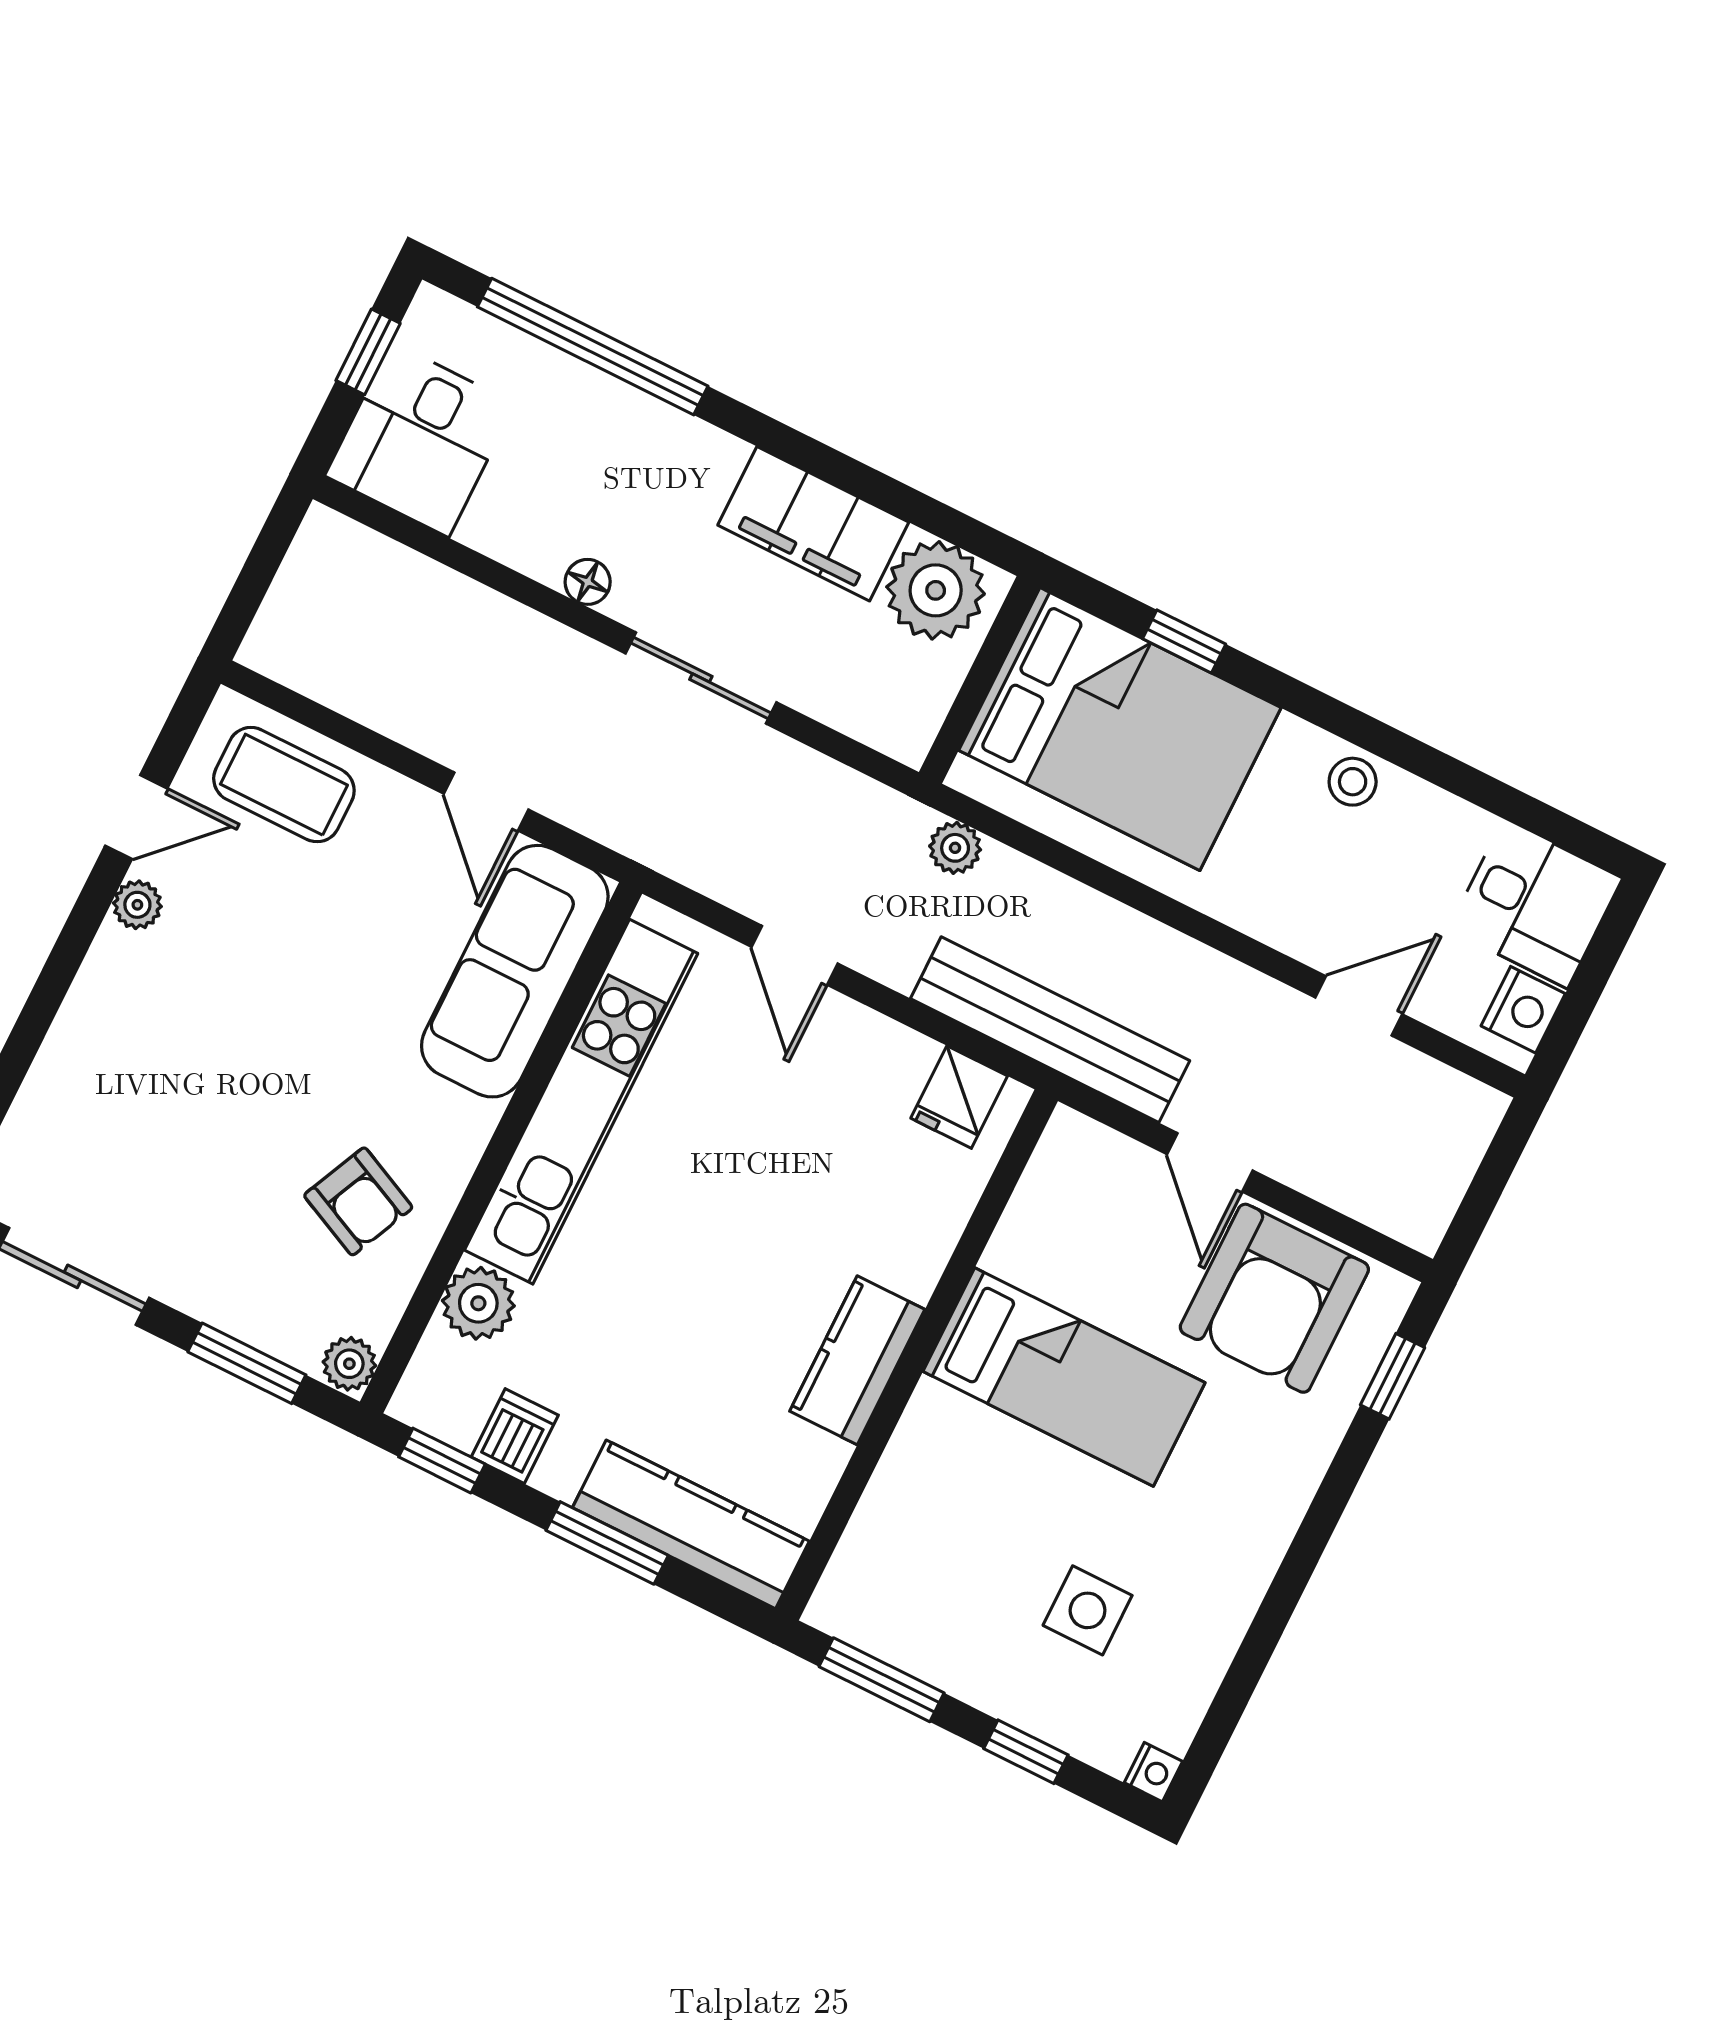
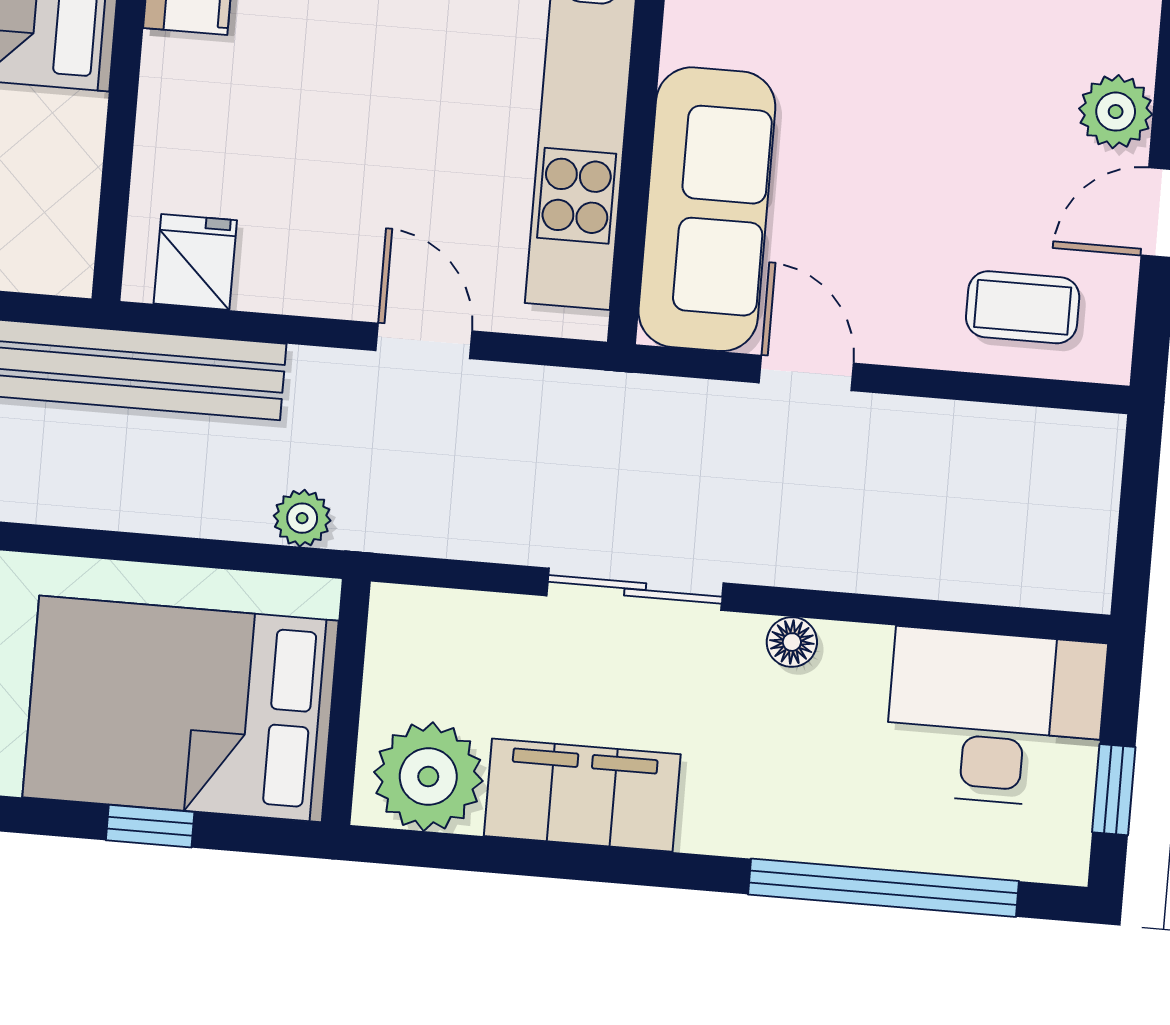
desk: (420, 440) -> (995, 718), width x1.37
coffee table: (284, 785) -> (1023, 307), width x0.73, depth x0.77
plant: (137, 905) -> (1116, 112), width x1.38, depth x1.38

